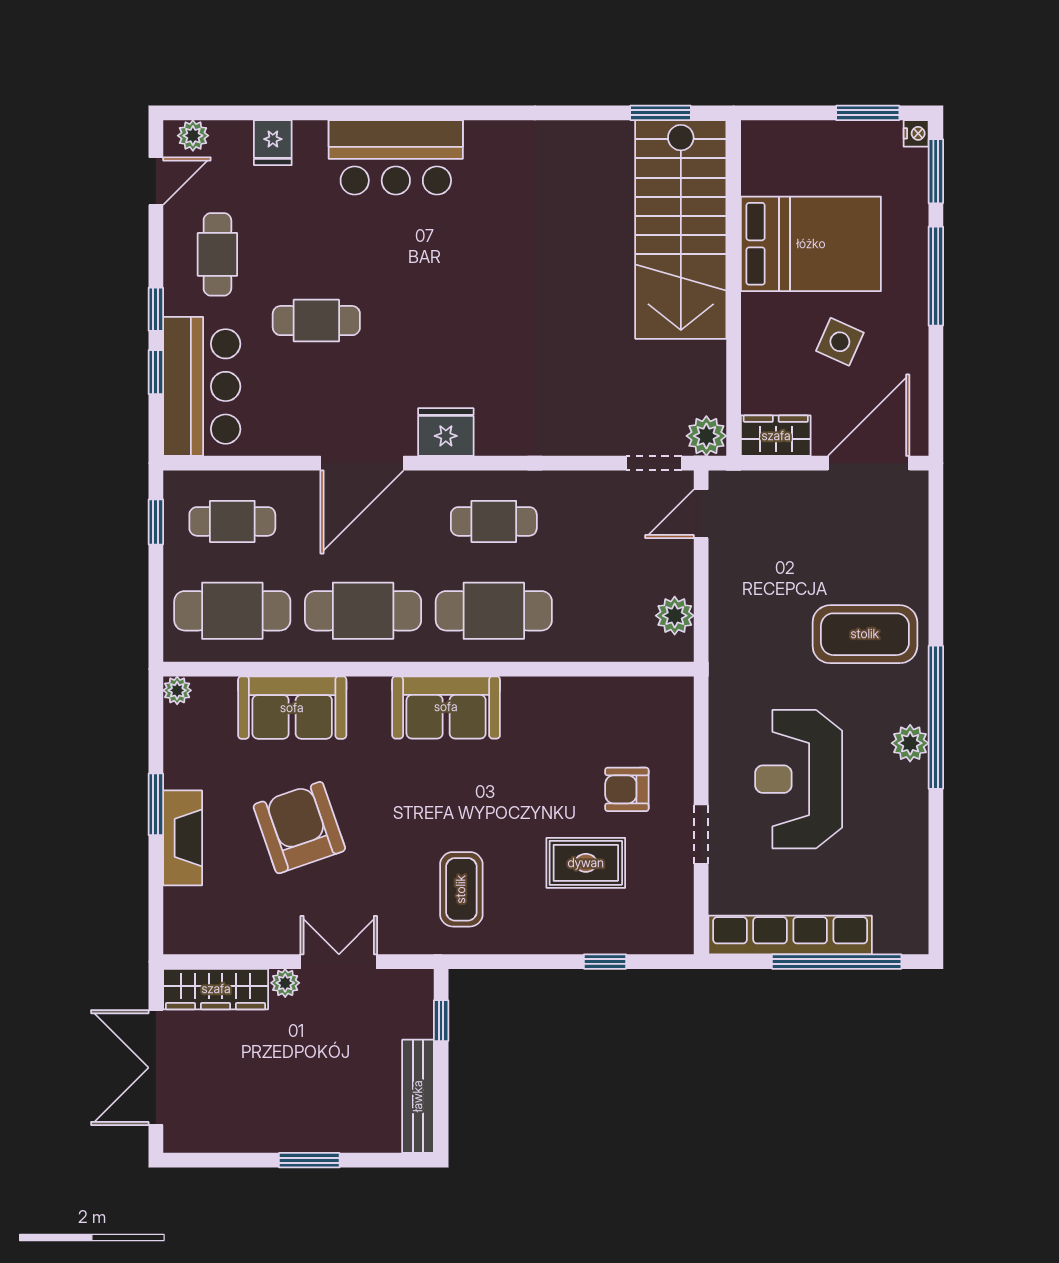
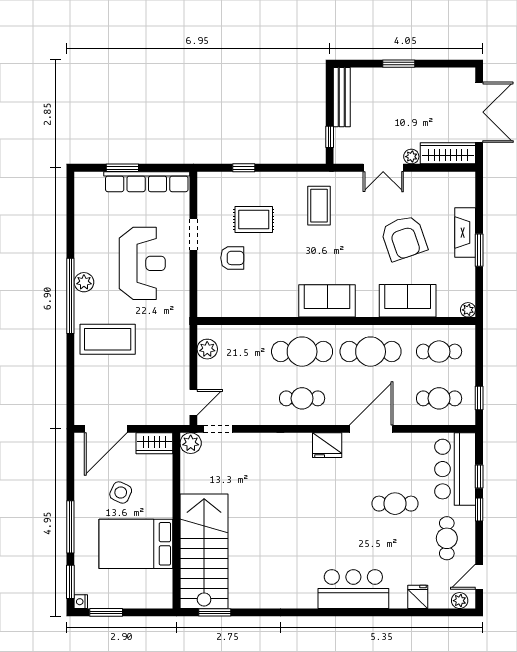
cafe table: (232, 611) -> (439, 352), width x0.73, depth x0.74
window: (837, 962) -> (122, 168), width x0.47

